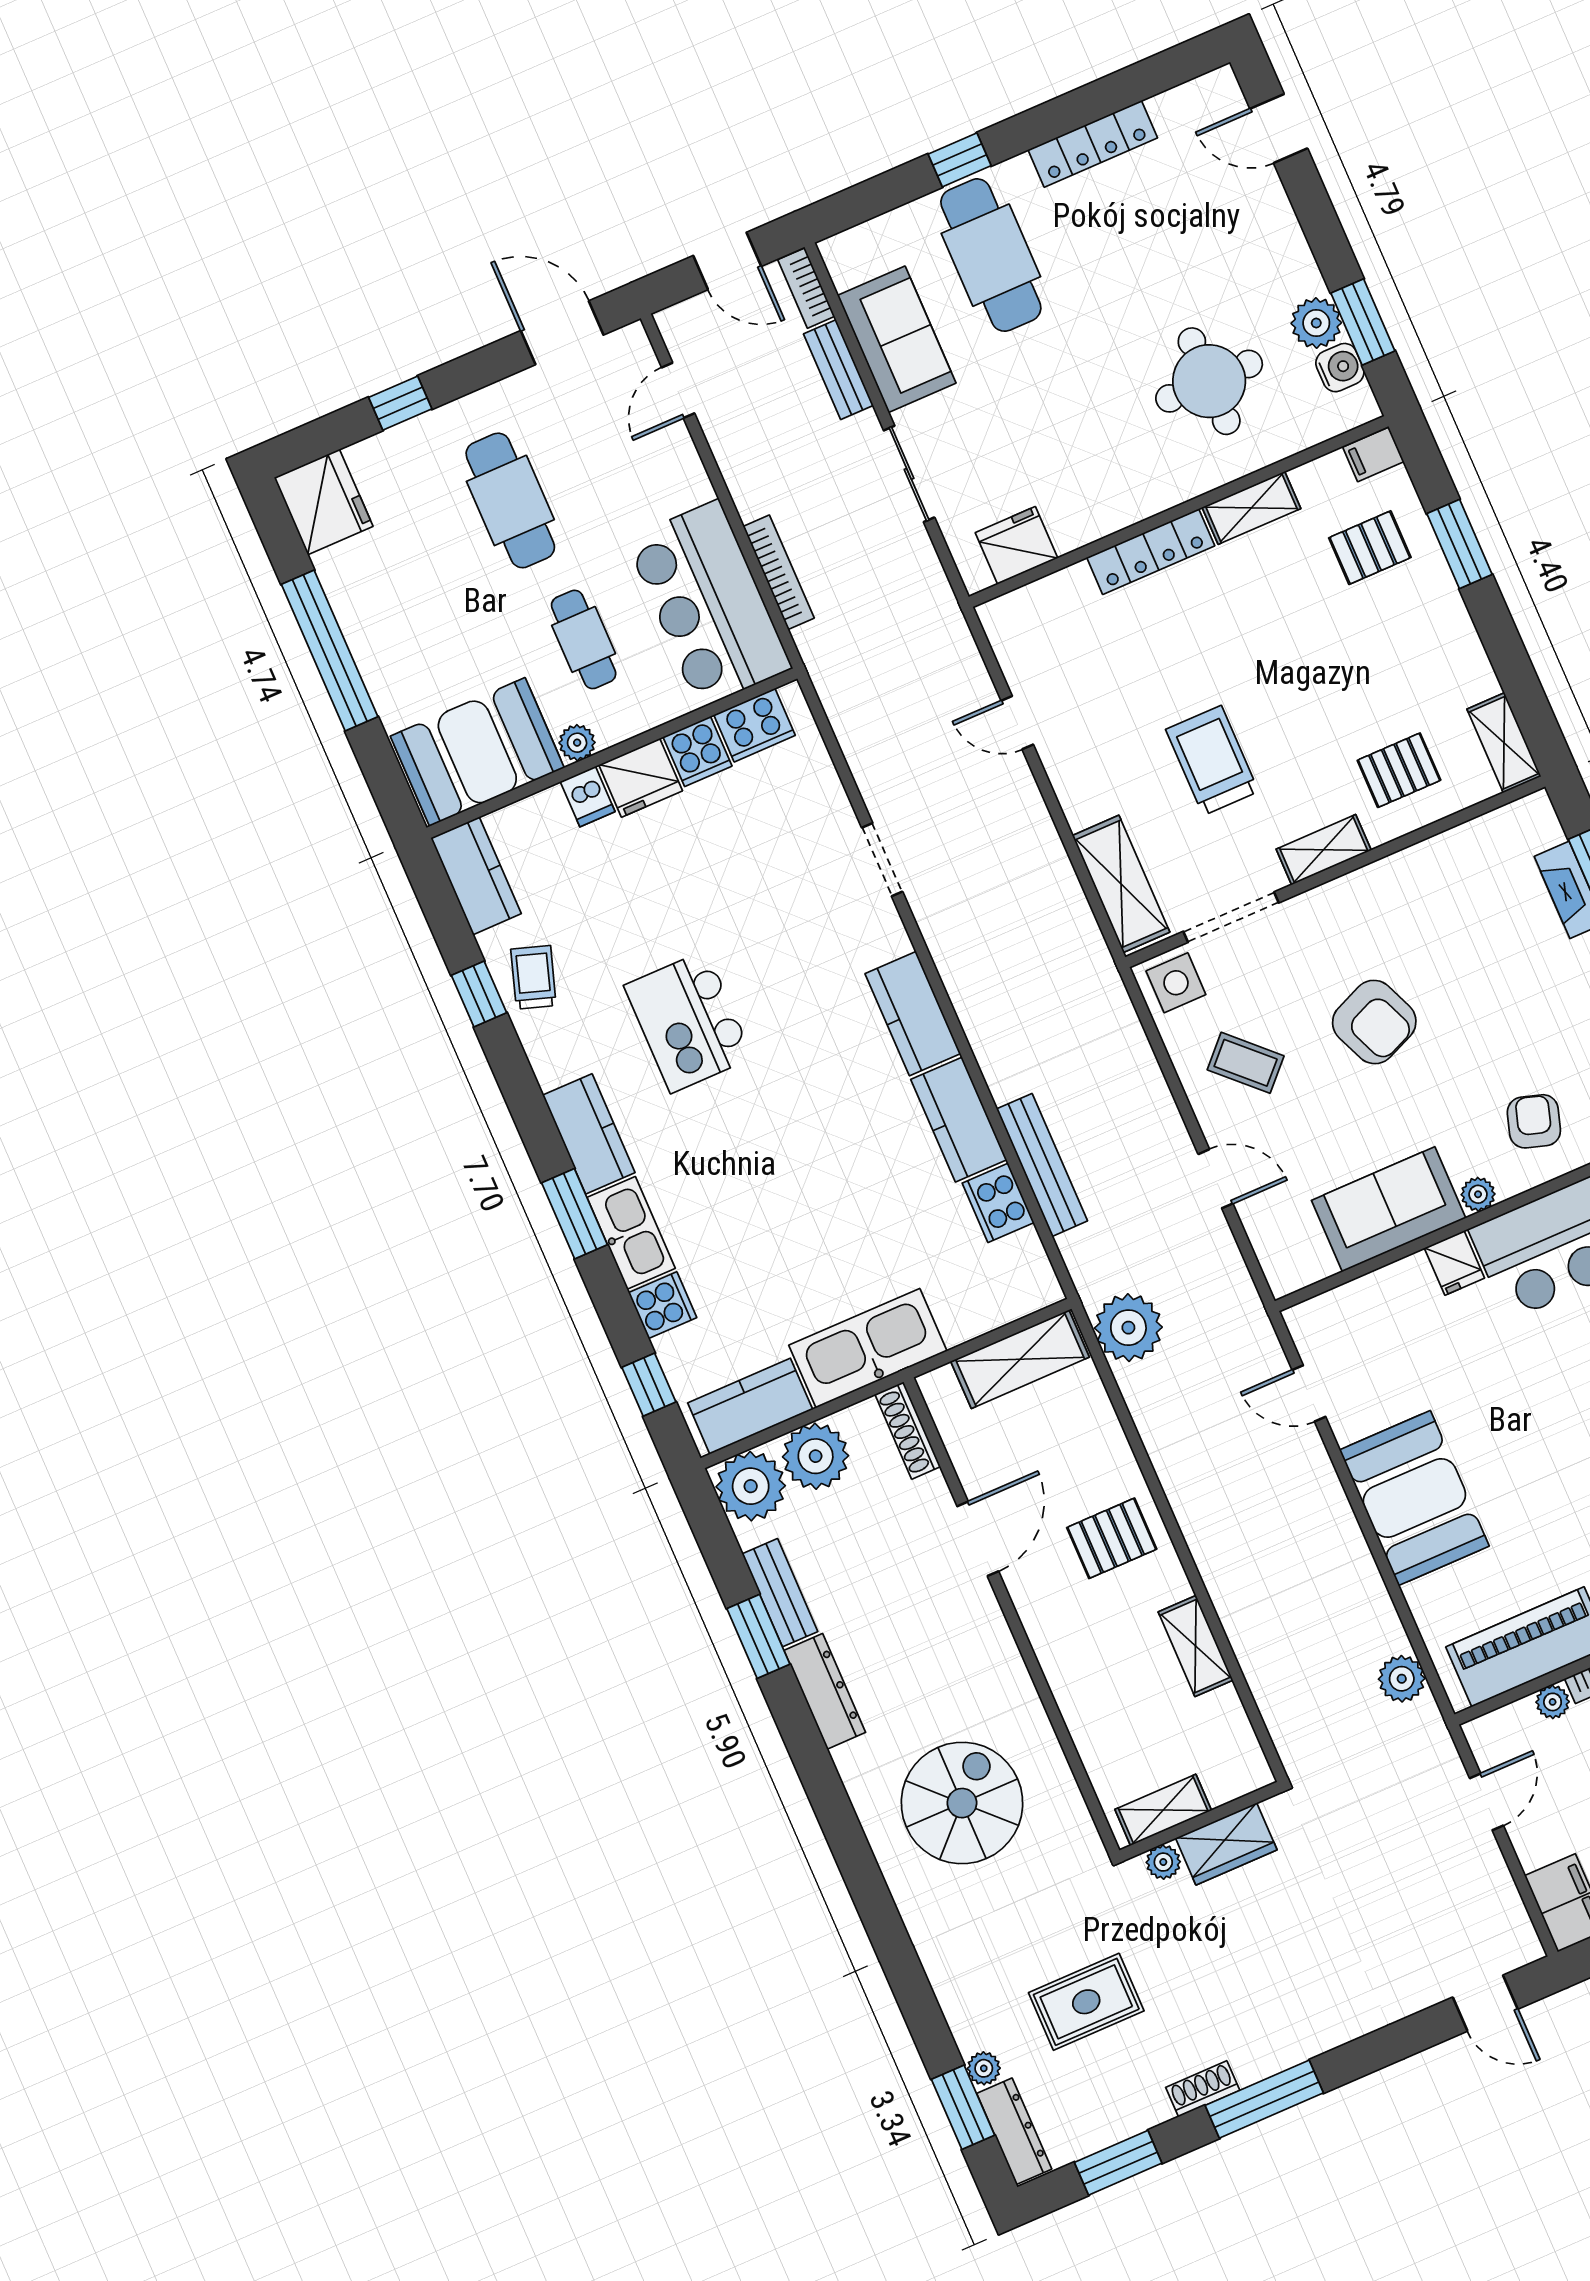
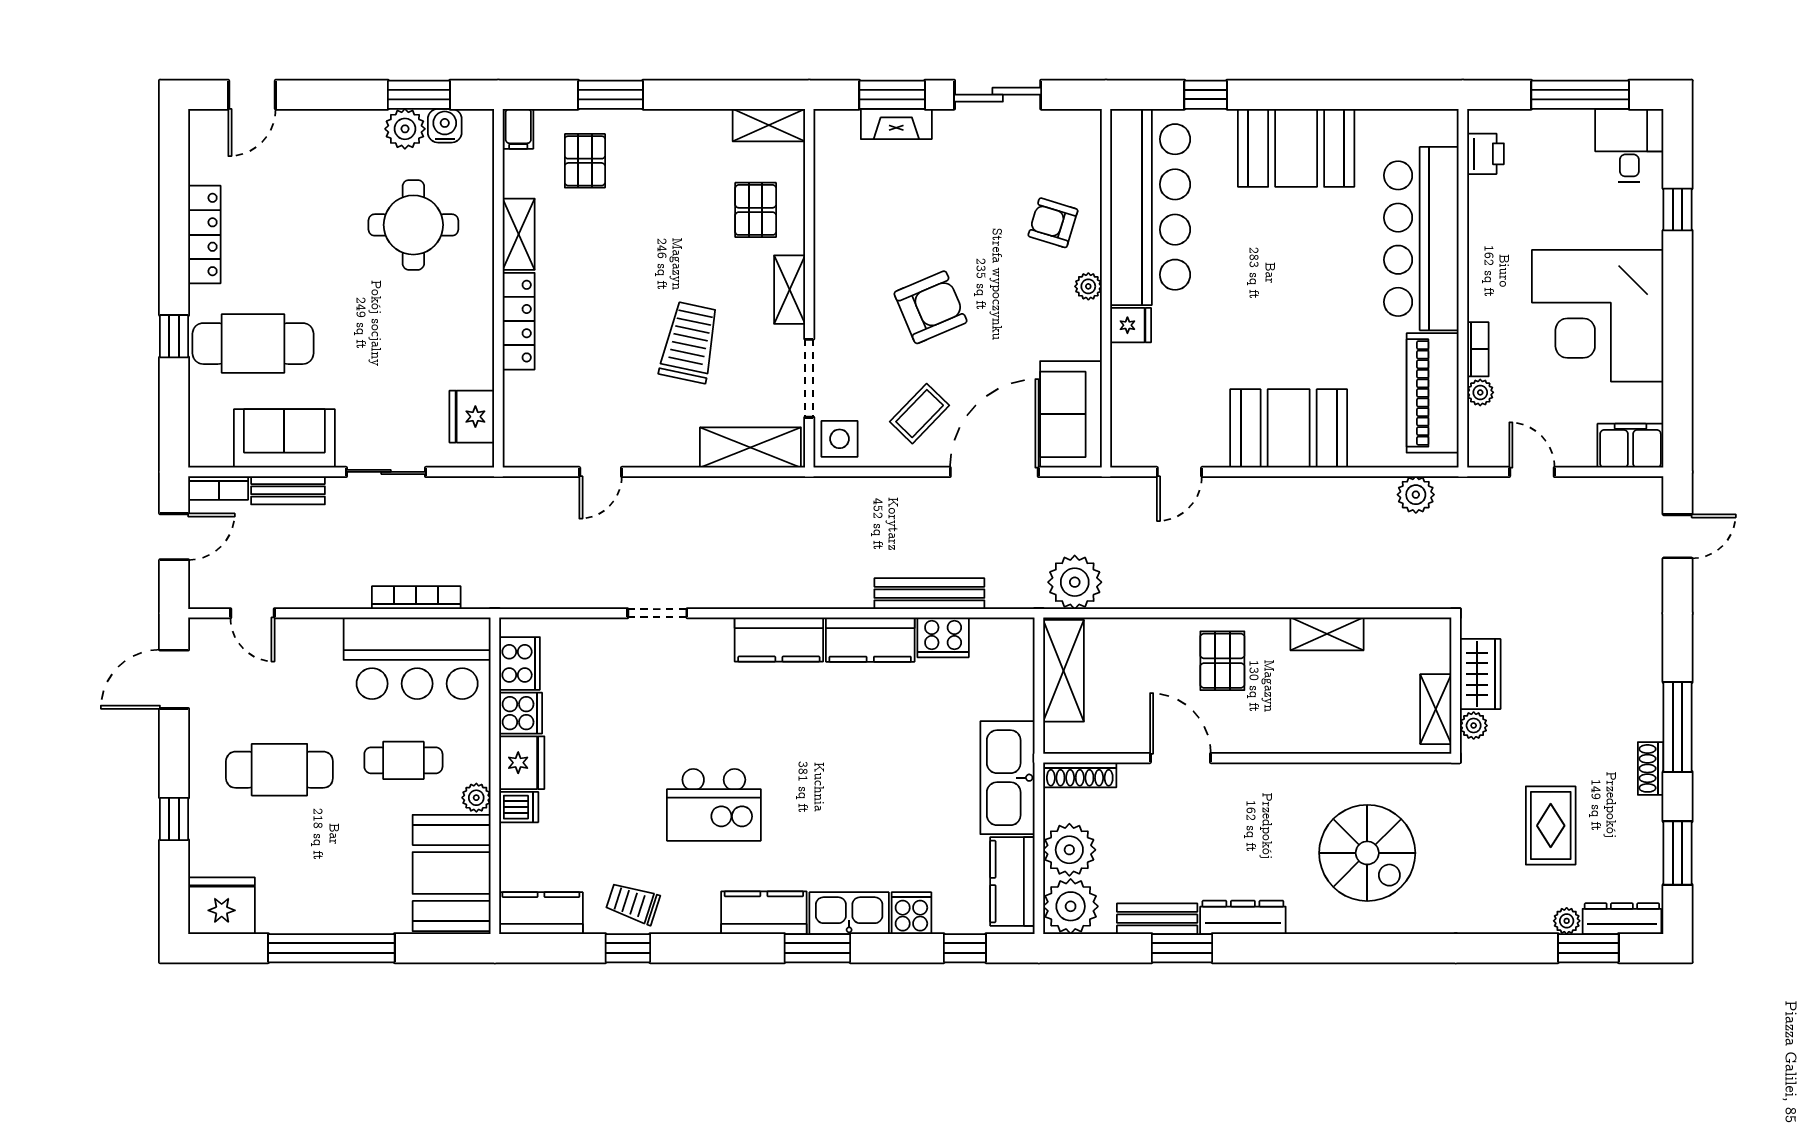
trolley: (1212, 760) -> (690, 342), turned 102
door: (1216, 1179) -> (994, 472), width x1.87
sofa: (1389, 1209) -> (1071, 414), moved
spiral stairs: (962, 1803) -> (1367, 853), turned 180

